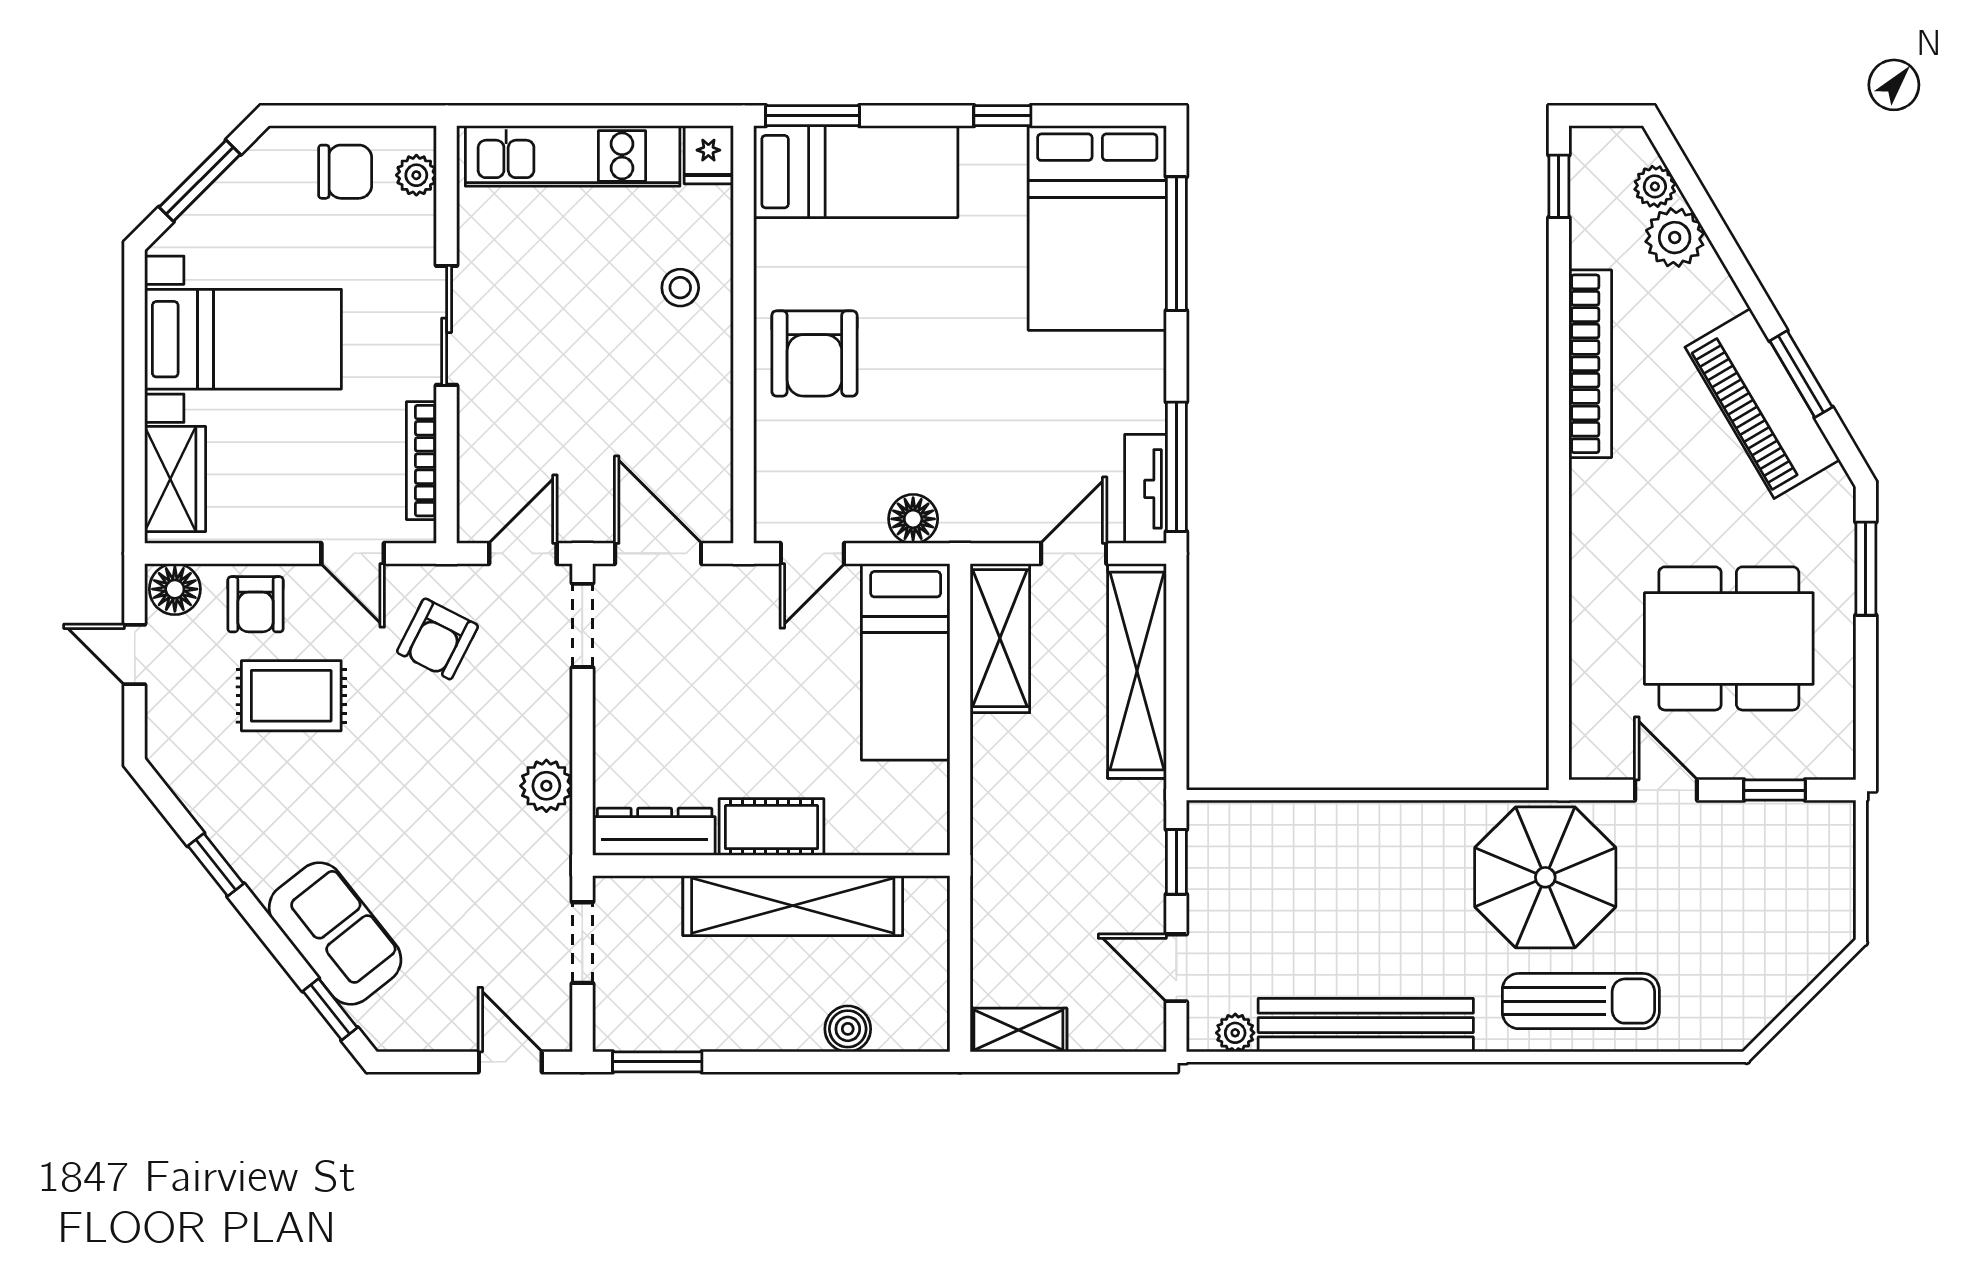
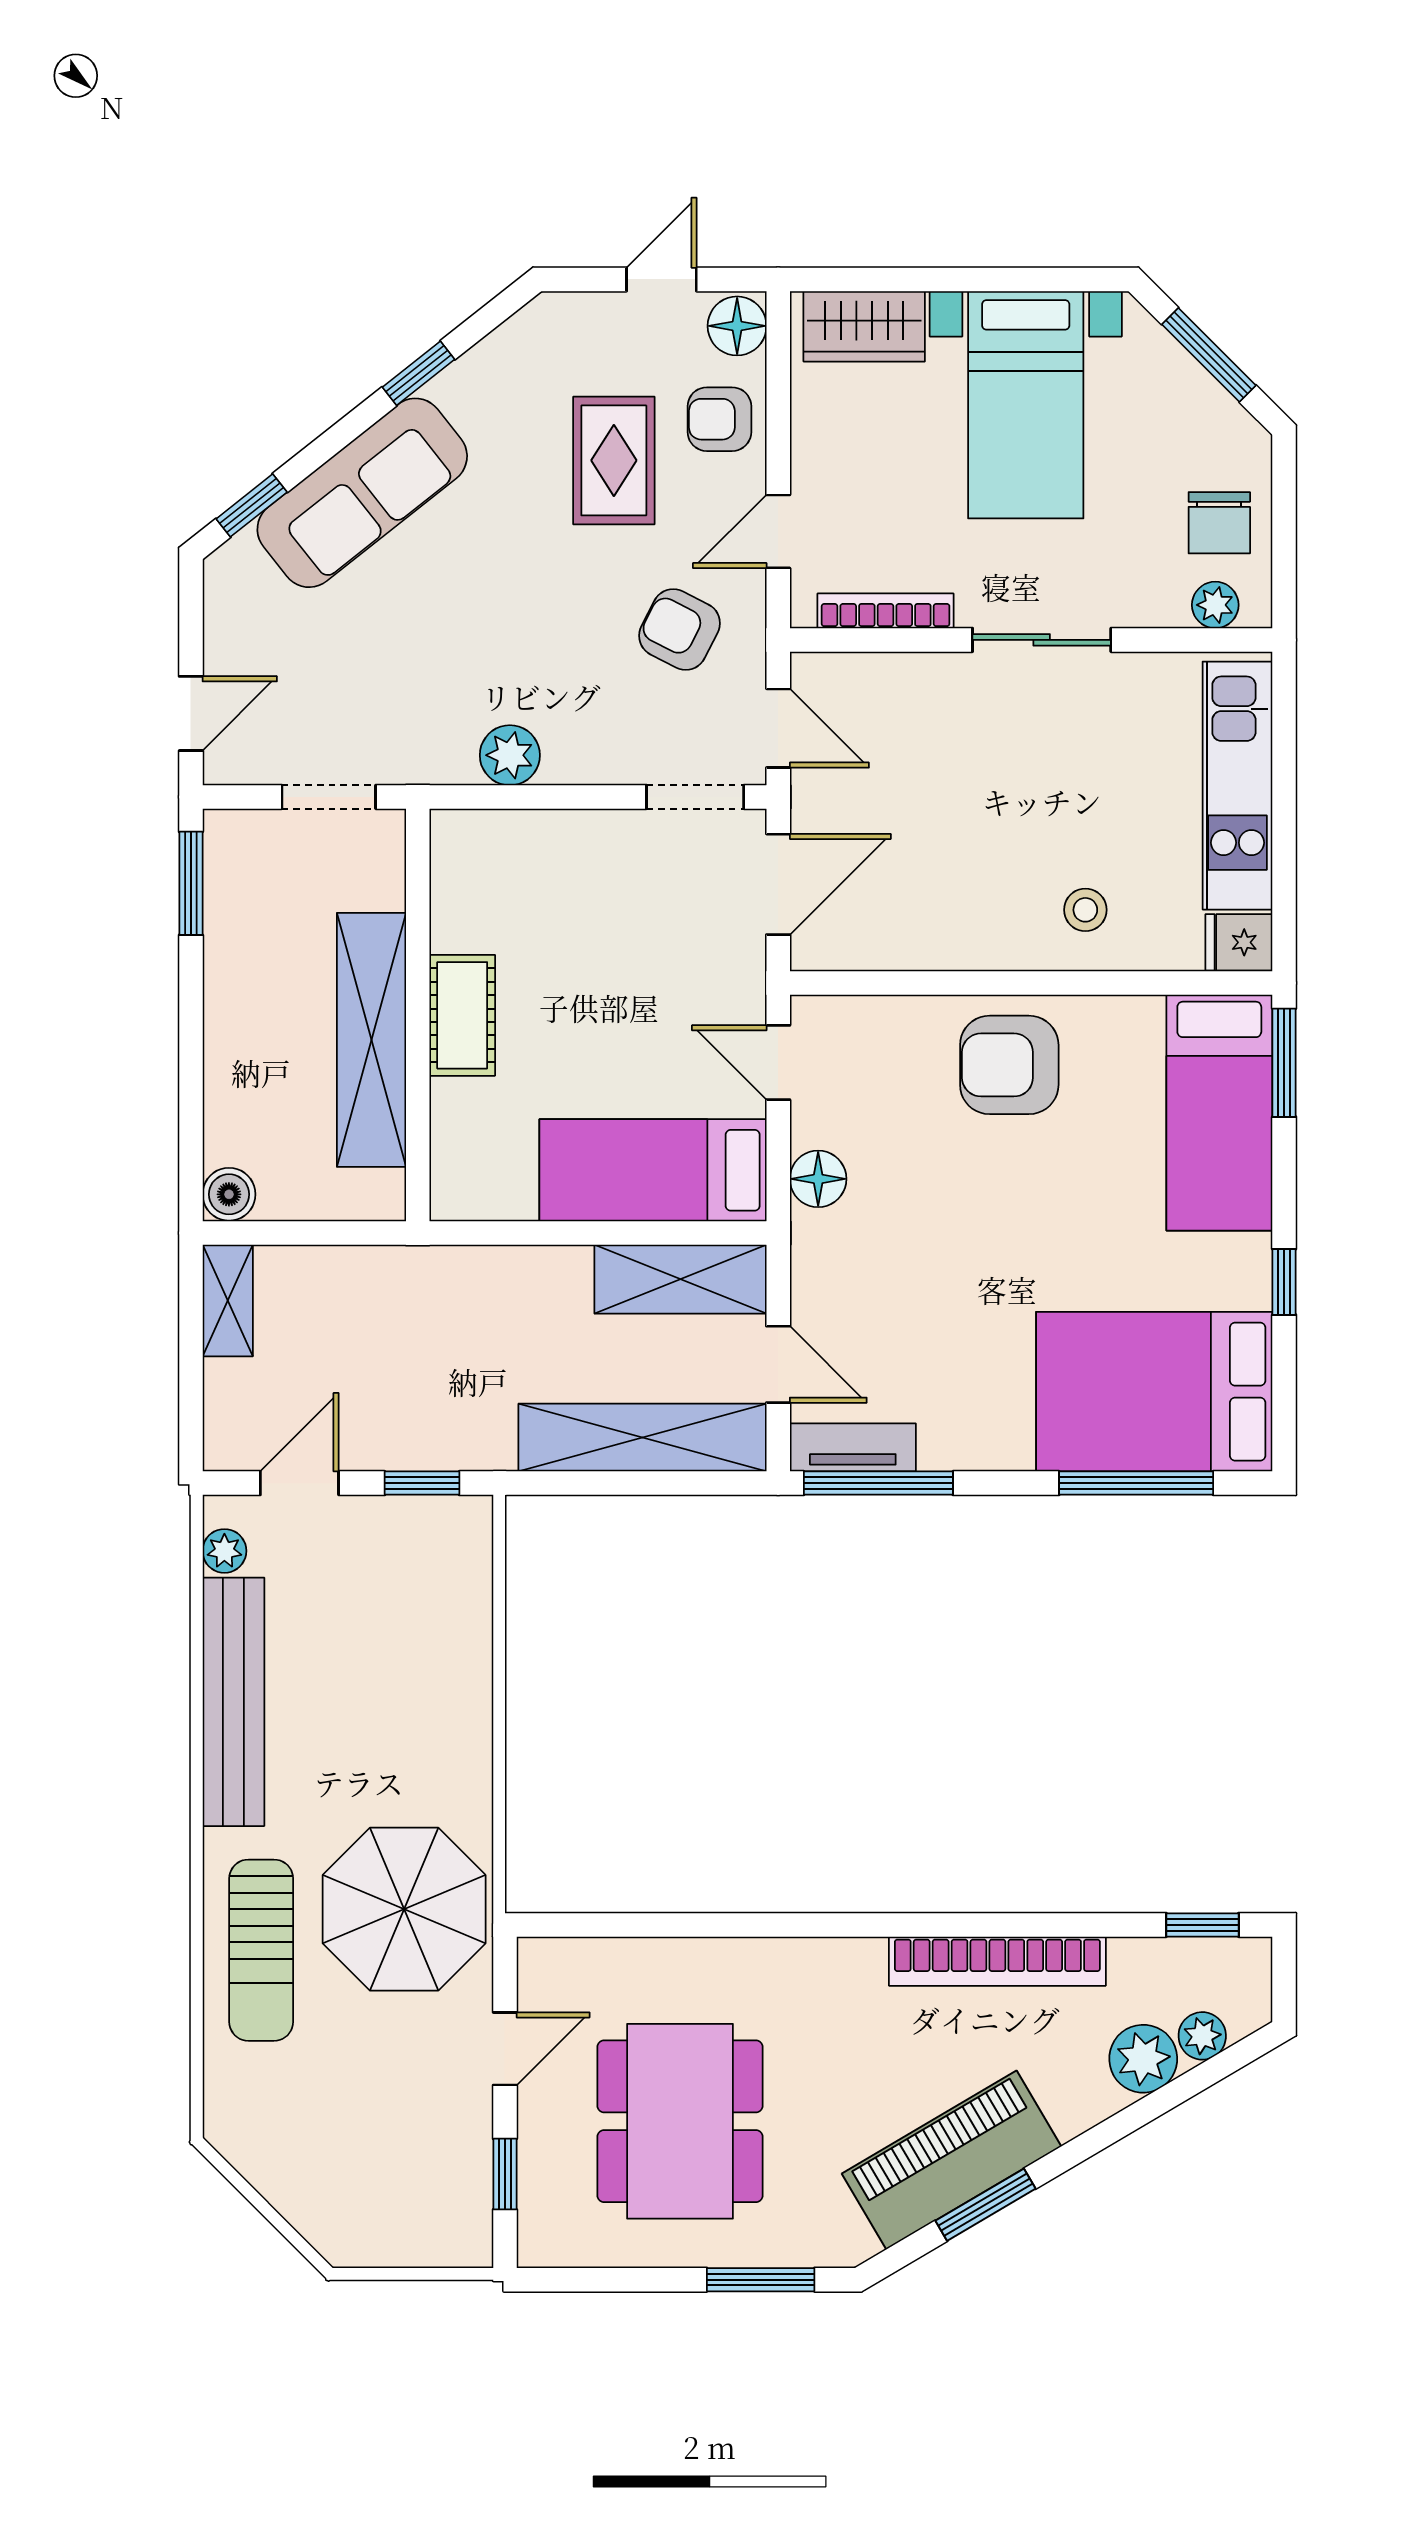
dresser: (655, 832) -> (457, 880), removed
sofa: (335, 933) -> (362, 493), width x1.36
boiler: (848, 1029) -> (229, 1194), moved

